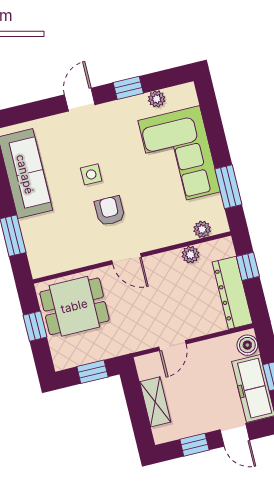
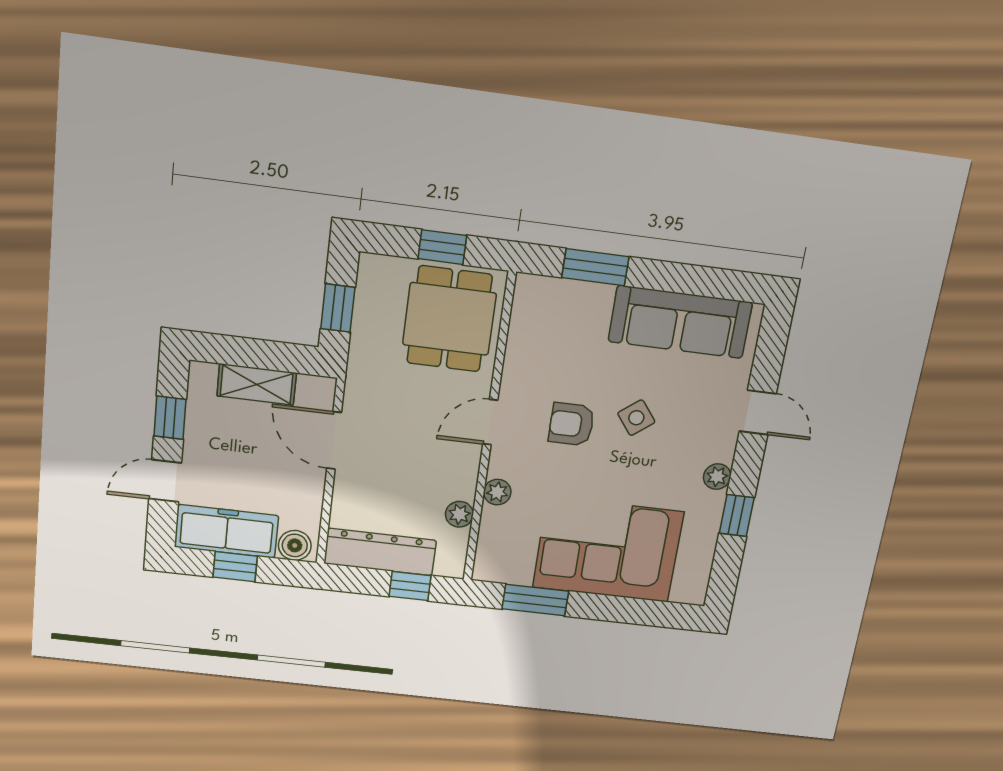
plant: (157, 99) -> (717, 477), moved
door: (80, 100) -> (758, 412), moved
side table: (91, 174) -> (636, 418), turned -38
armchair: (110, 211) -> (571, 424), turned 180
plant: (202, 229) -> (497, 492), moved
door: (172, 345) -> (334, 441), width x1.38

